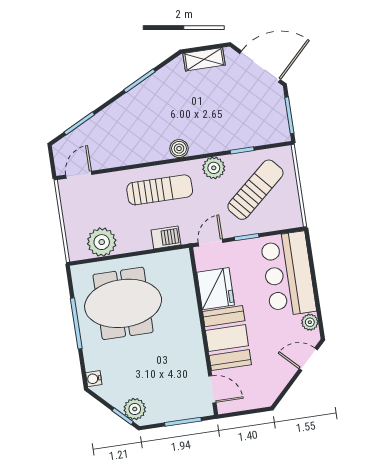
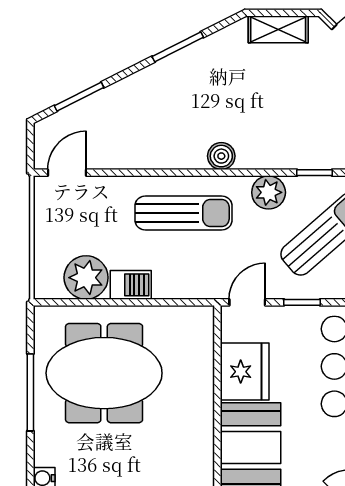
barbecue: (166, 237) -> (131, 285), moved

